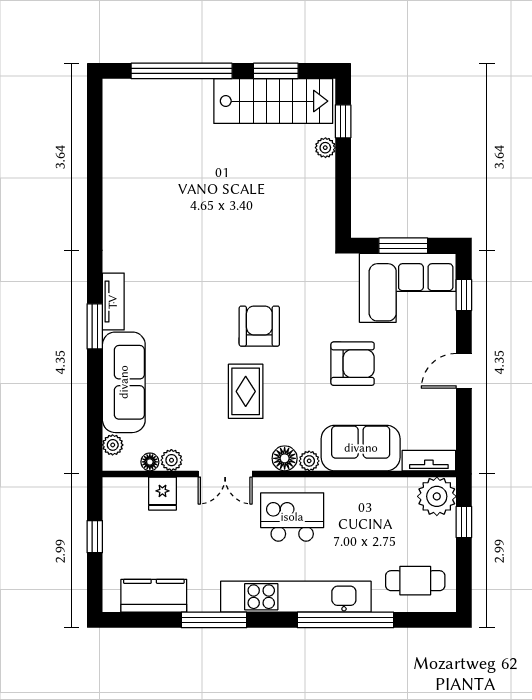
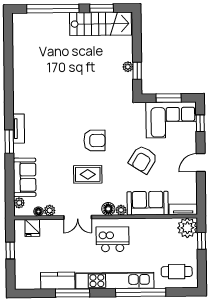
window: (343, 121) -> (137, 71), moved
plant: (325, 148) -> (128, 67), moved
armchair: (259, 326) -> (94, 141), turned 90
armchair: (353, 364) -> (143, 159), turned 122
sofa: (124, 382) -> (25, 177), width x0.73
rug: (246, 391) -> (88, 174), turned 90
fridge: (162, 494) -> (32, 228), moved
kitchen counter: (154, 596) -> (58, 281), moved

